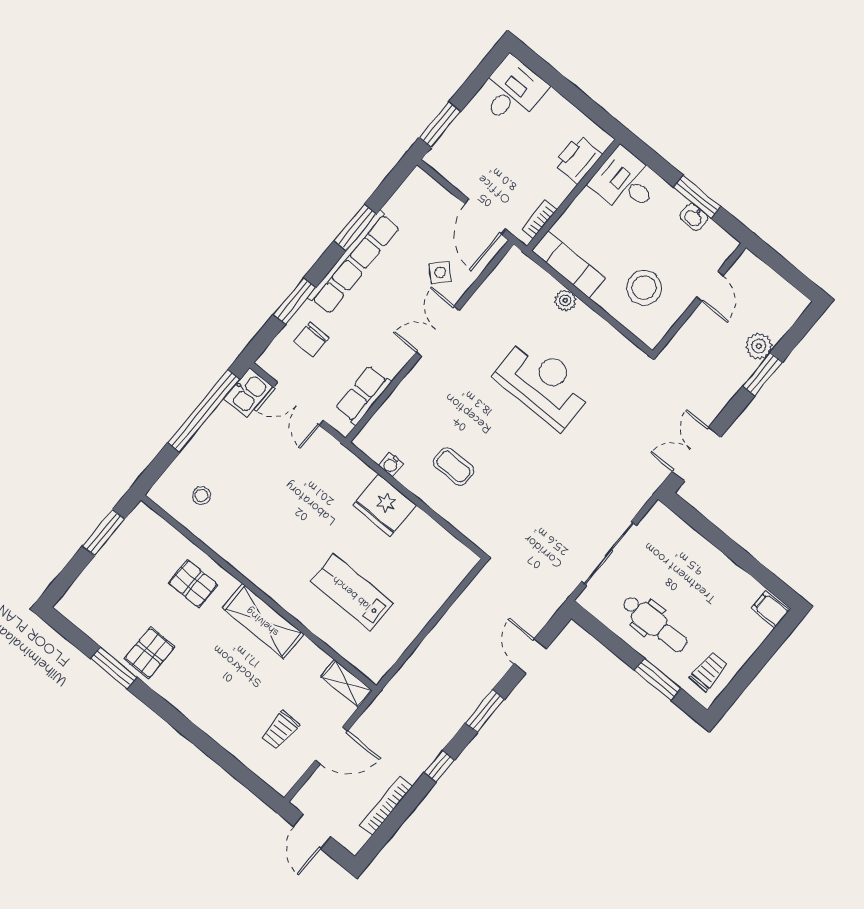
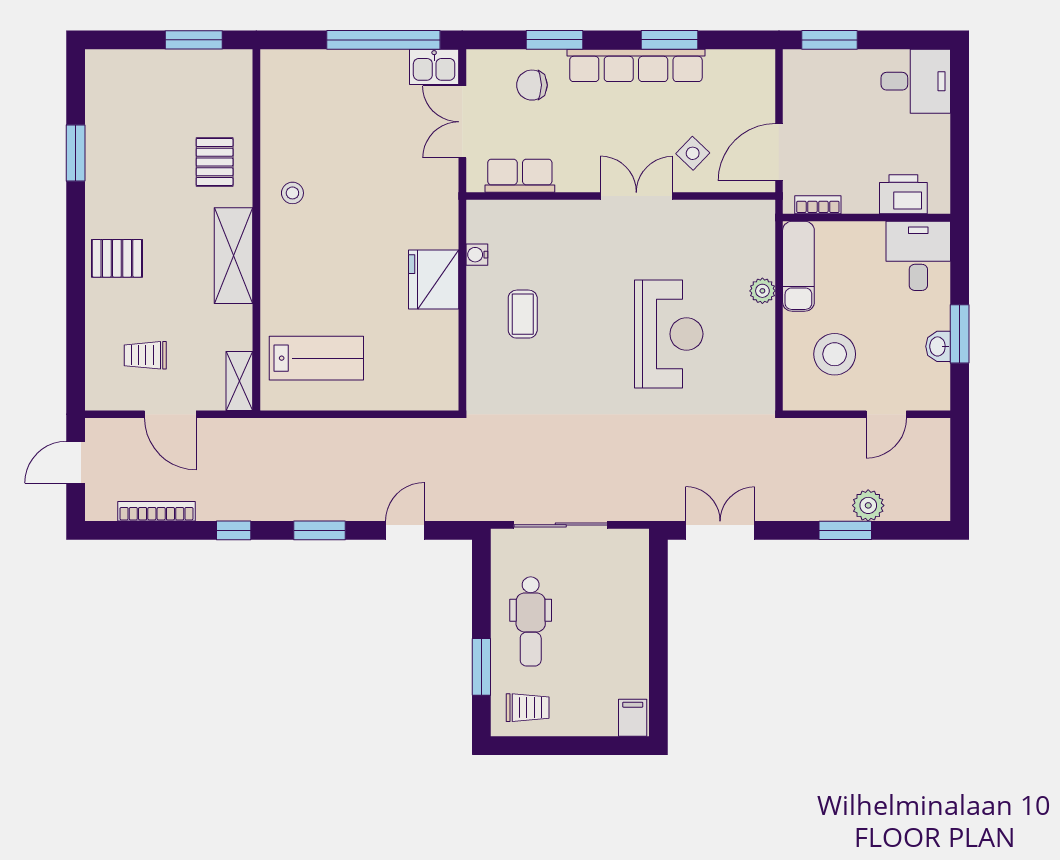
stool: (201, 495) -> (292, 193), moved
lab bench: (352, 592) -> (316, 358), moved, turned 90
pallet: (150, 653) -> (117, 258), moved

